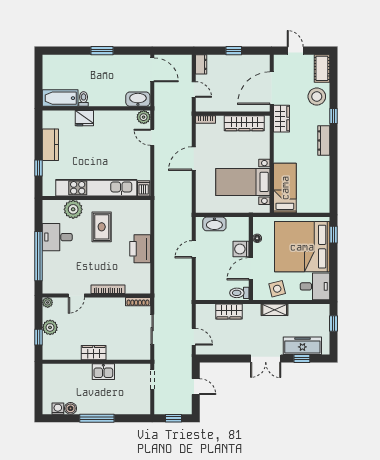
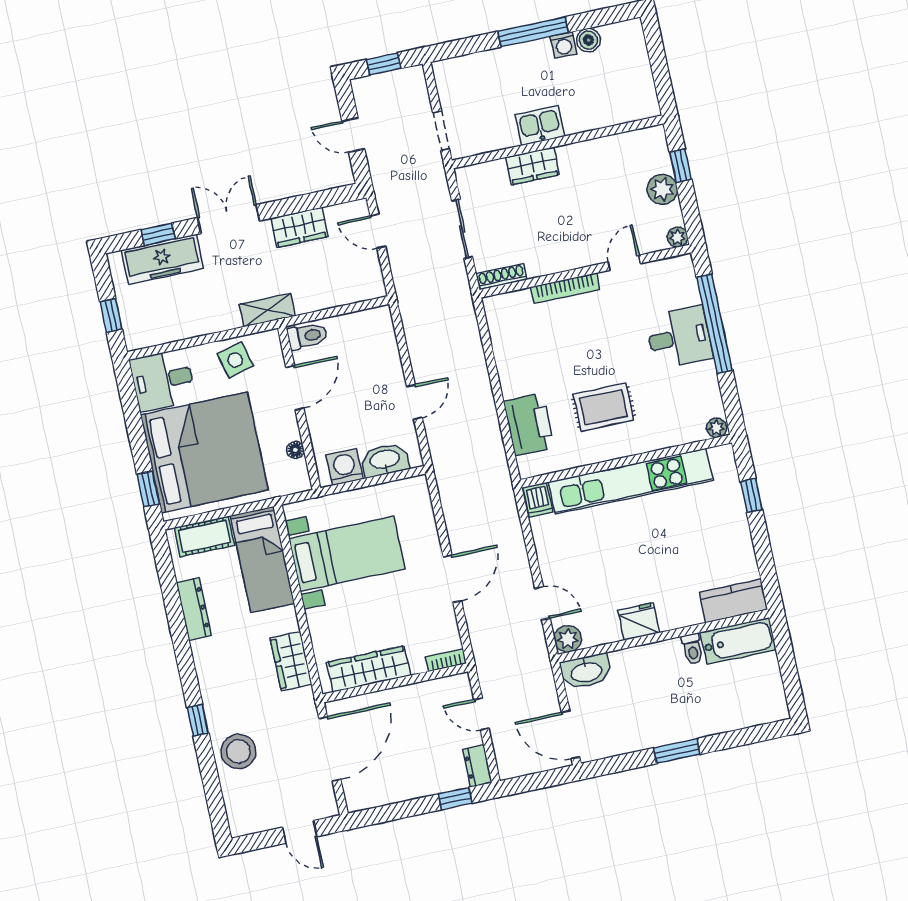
window: (234, 51) -> (455, 799), moved
cot: (322, 68) -> (204, 536), moved, turned 90
fridge: (84, 118) -> (639, 621), moved
wardrobe: (281, 119) -> (291, 661), moved
dresser: (324, 140) -> (194, 609), moved
kitchen counter: (50, 145) -> (733, 601), moved, turned 90
plant: (73, 209) -> (716, 428), moved, width x0.53, depth x0.53
rug: (102, 227) -> (604, 407), turned 90
desk: (57, 237) -> (679, 337), moved
printer: (140, 249) -> (529, 425), moved
washing machine: (241, 249) -> (345, 467), moved, turned -90
shelving: (275, 310) -> (267, 310), moved
wardrobe: (229, 312) -> (299, 227), moved, turned 180
wardrobe: (94, 353) -> (533, 166), moved
washing machine: (58, 409) -> (564, 45), moved

